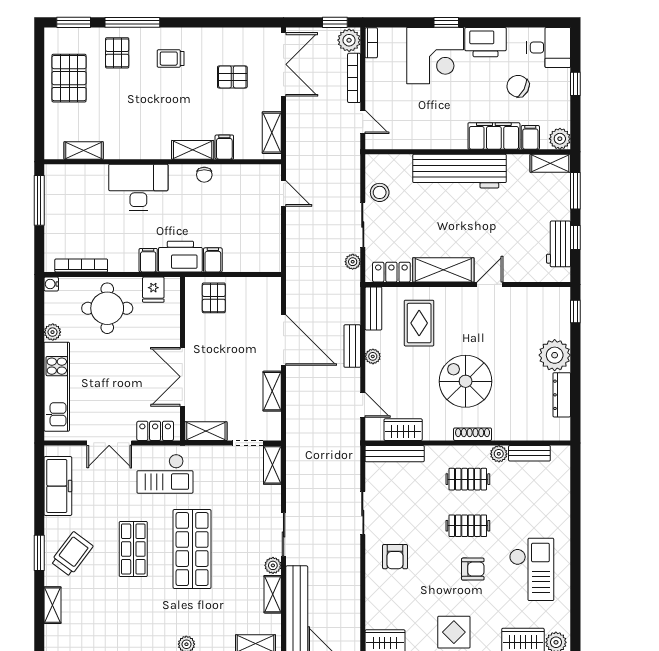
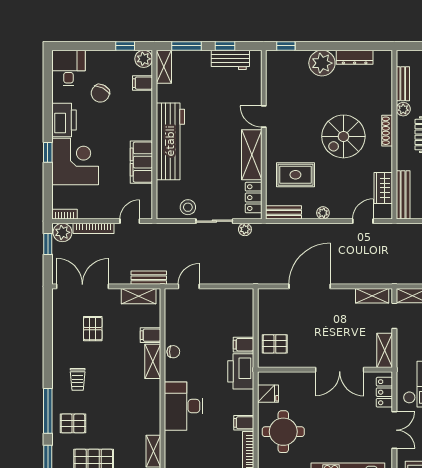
window: (575, 84) -> (125, 46), moved
filing cabinet: (494, 136) -> (141, 162), moved
filing cabinet: (148, 260) -> (244, 423), moved
bench: (352, 346) -> (149, 278), moved
shelving: (272, 391) -> (372, 296), moved

